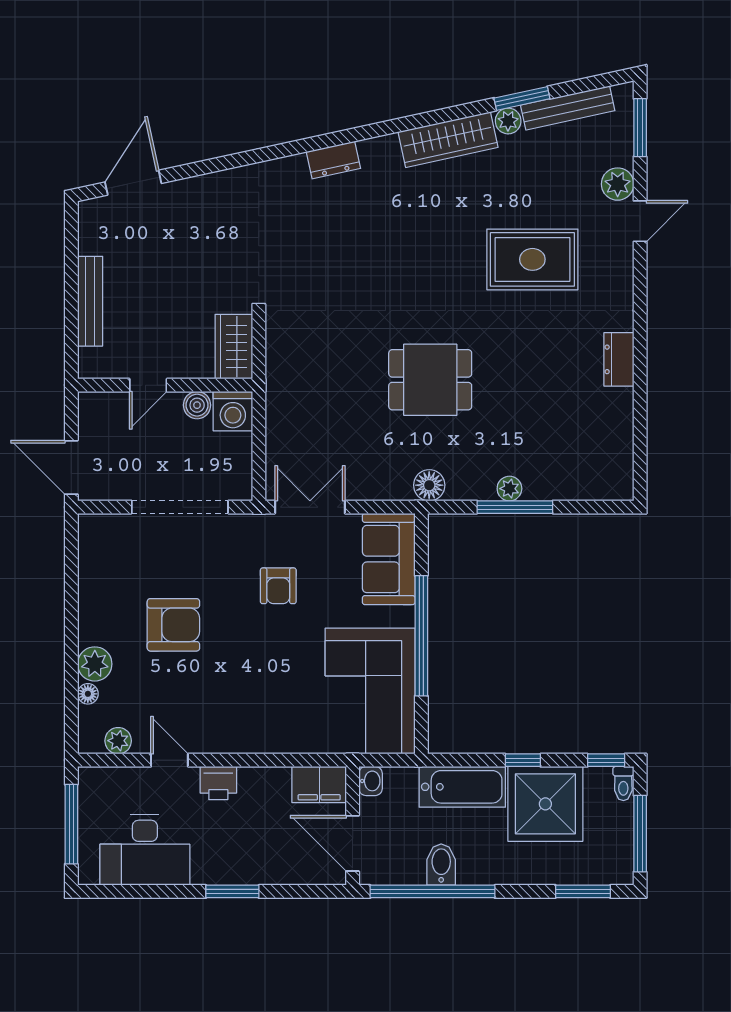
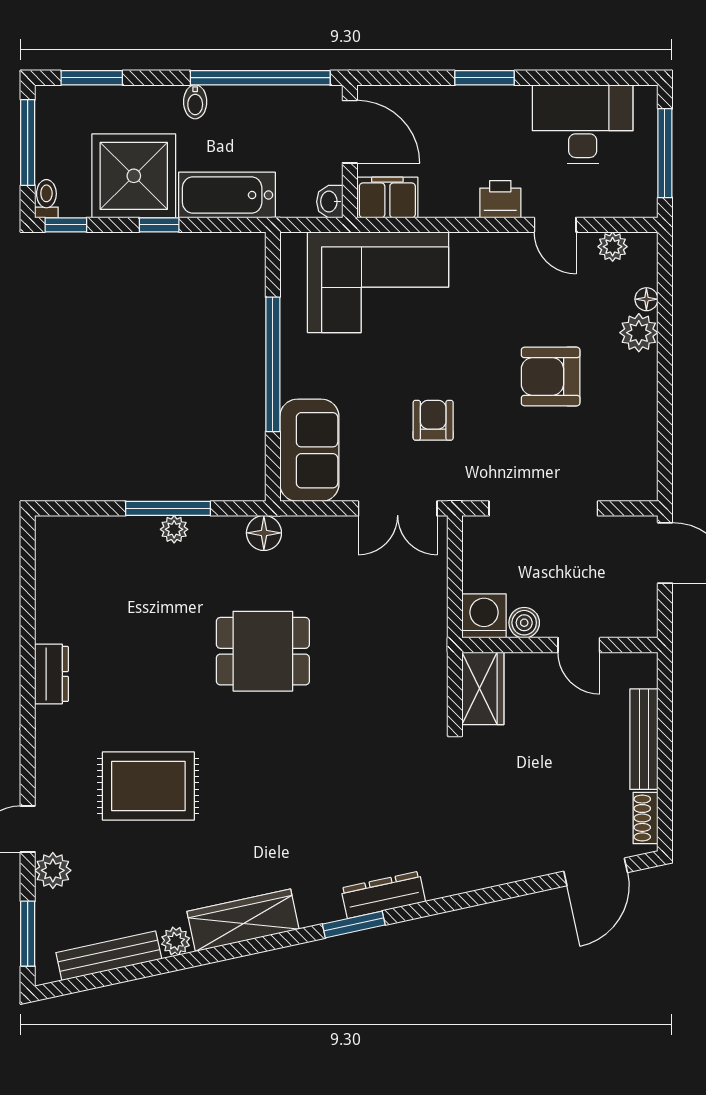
window: (522, 98) -> (354, 924), moved
dresser: (333, 160) -> (383, 895), width x1.44
shoe rack: (89, 231) -> (645, 818), added
door: (148, 385) -> (579, 645), swing flipped
corner sofa: (370, 691) -> (378, 282), moved, turned 90
bidet: (441, 865) -> (195, 102), moved, width x0.72, depth x0.74

